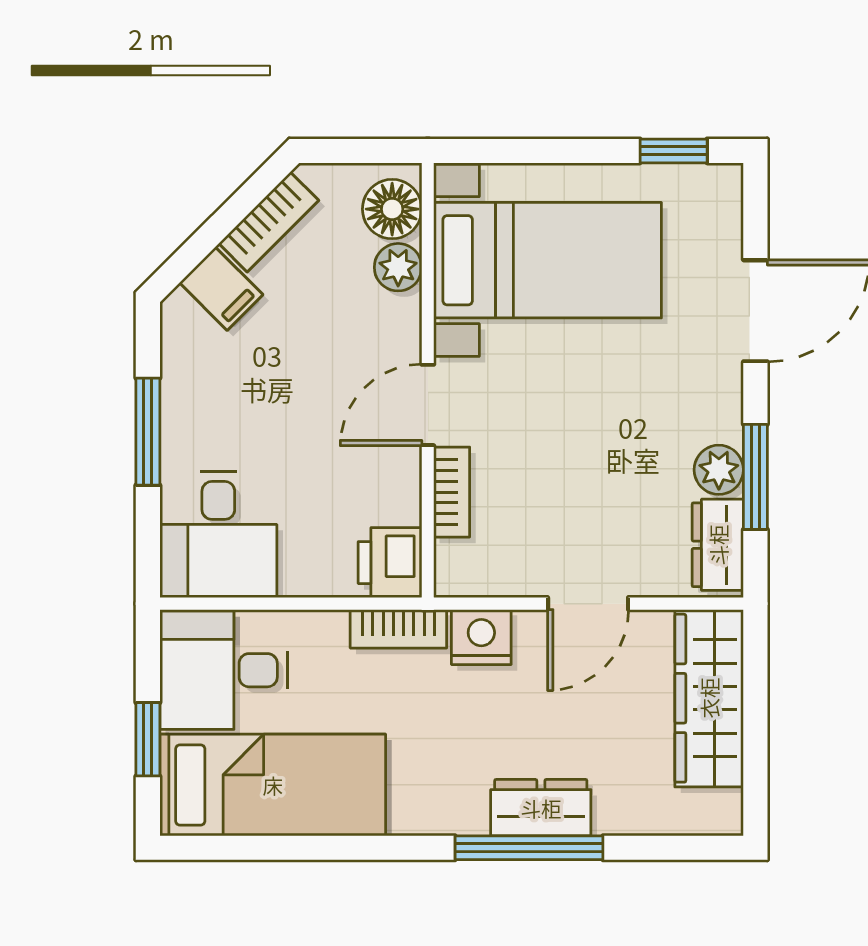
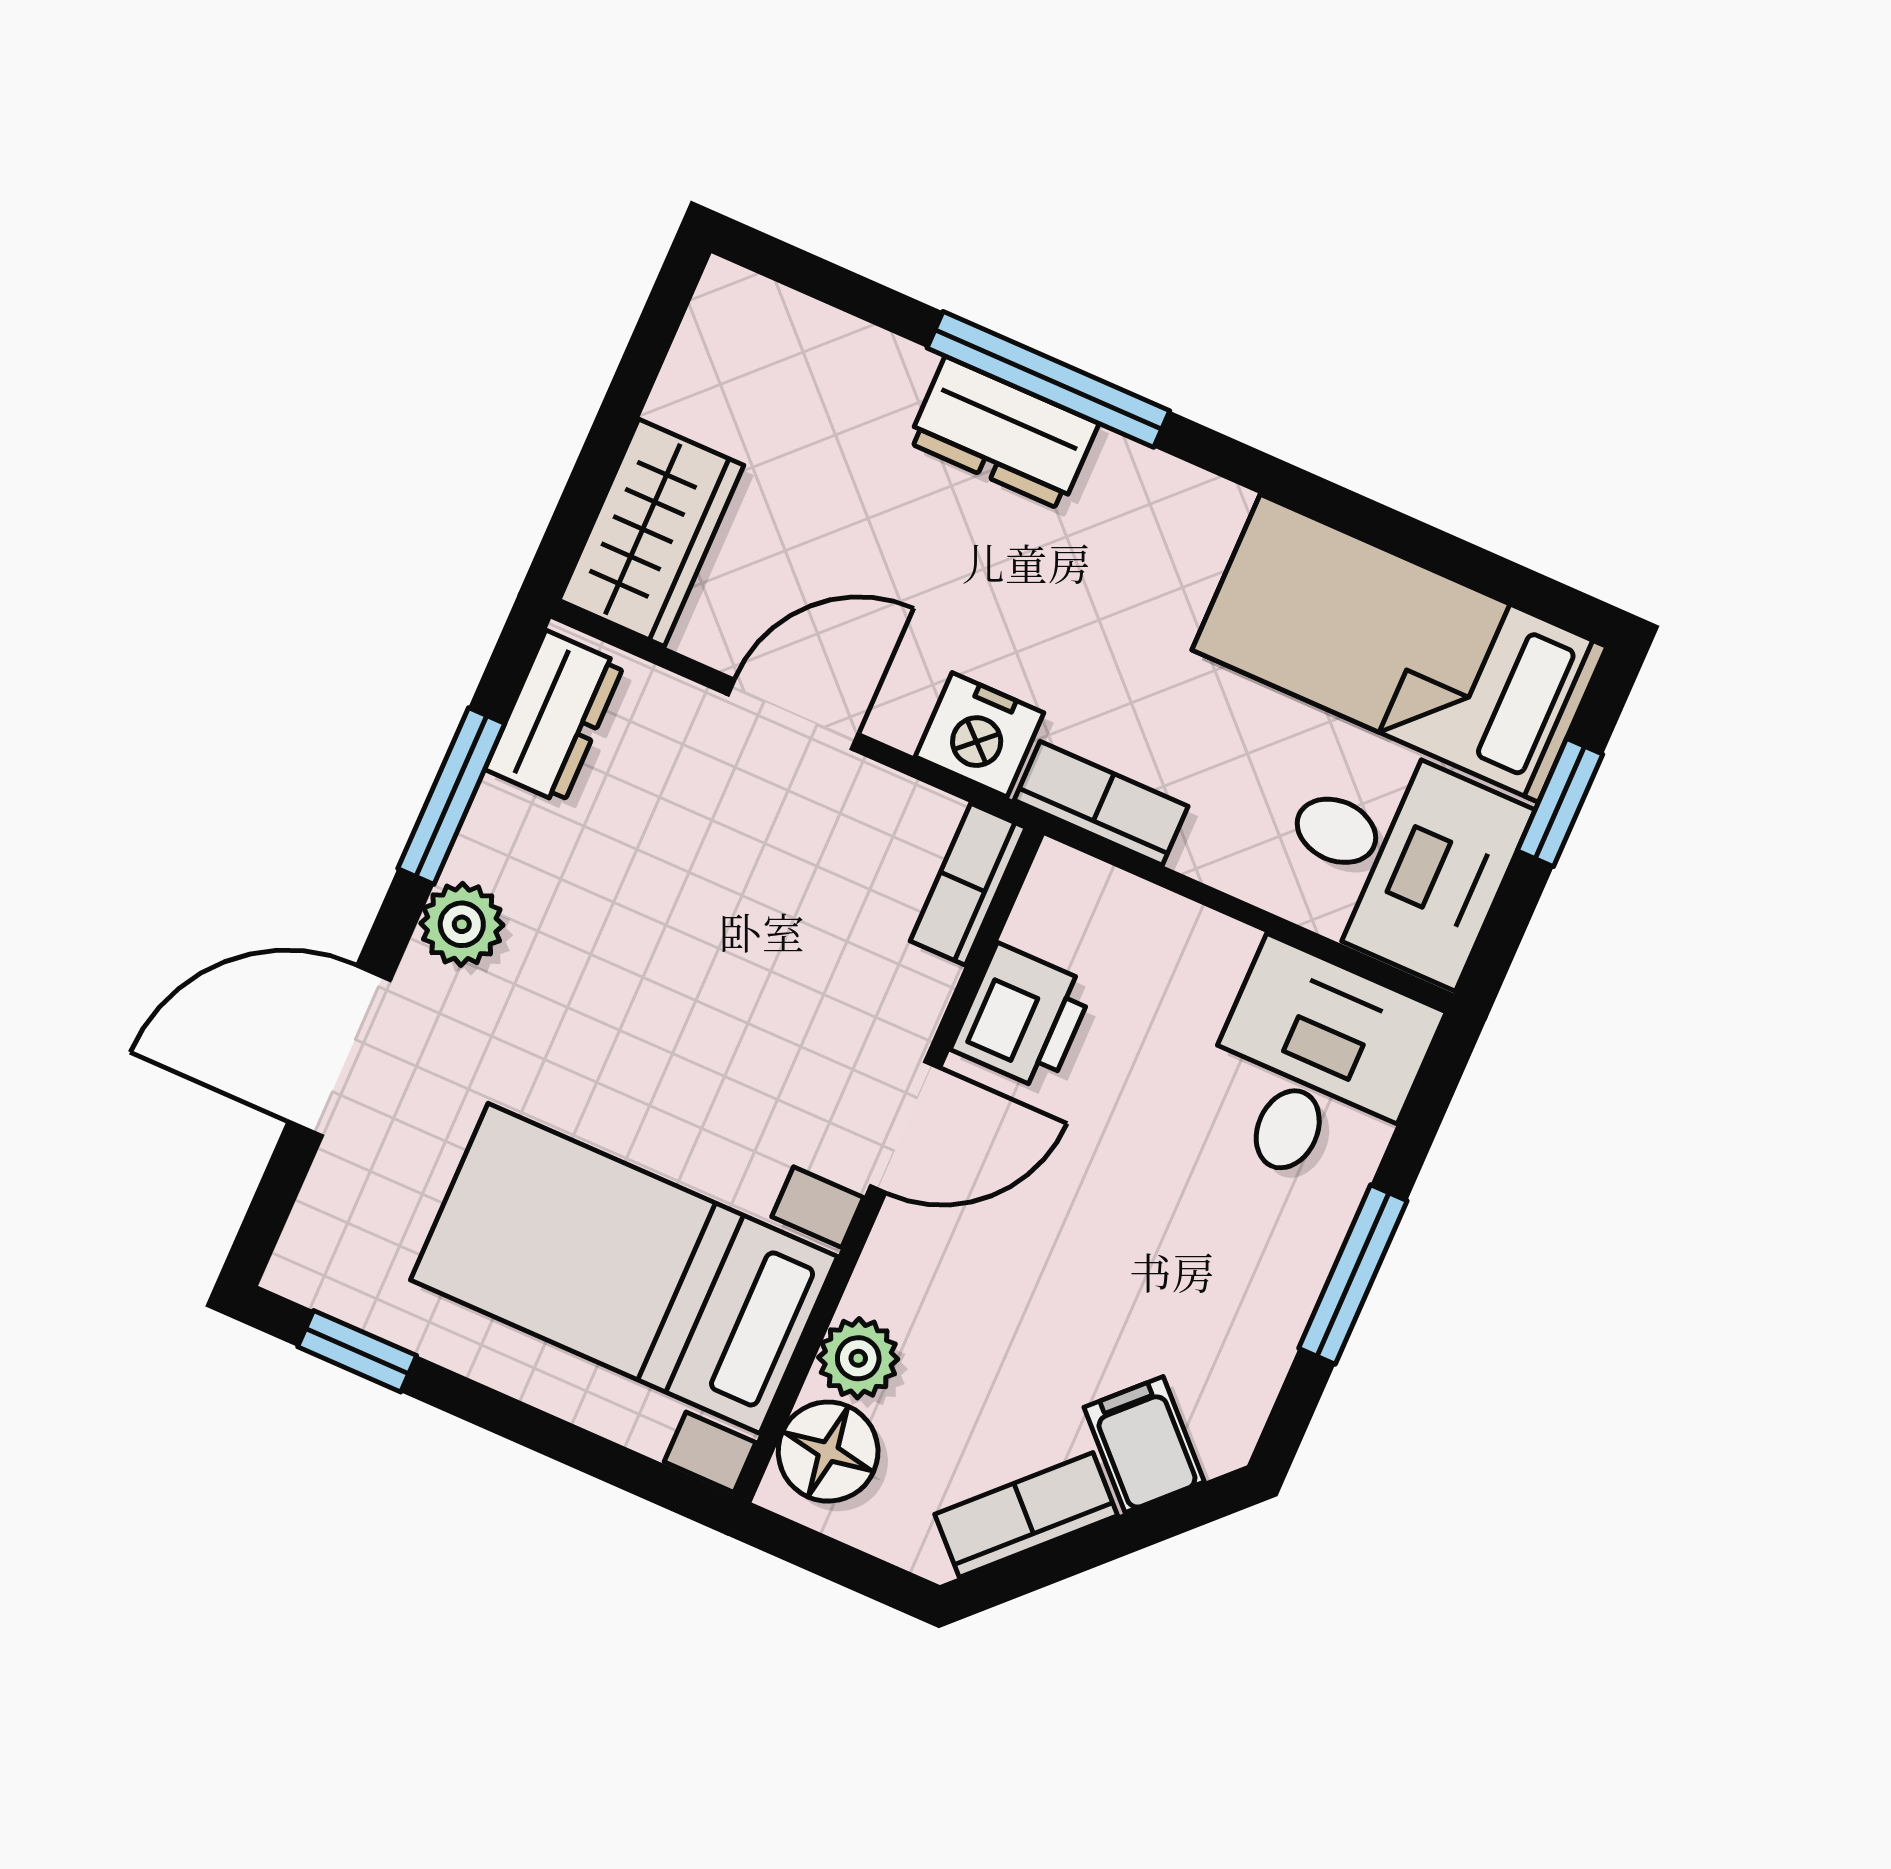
plant: (719, 470) -> (462, 924), moved
bookcase: (452, 492) -> (968, 884), moved
printer: (390, 563) -> (1023, 1017), moved
wardrobe: (709, 698) -> (651, 533), width x0.67

